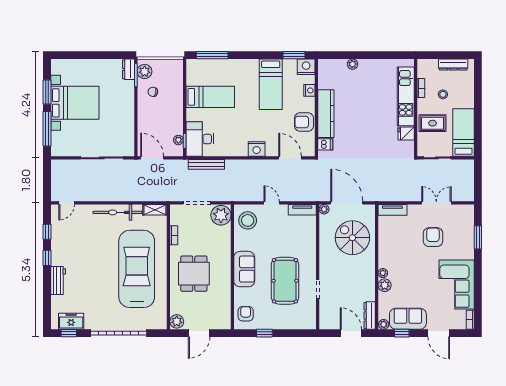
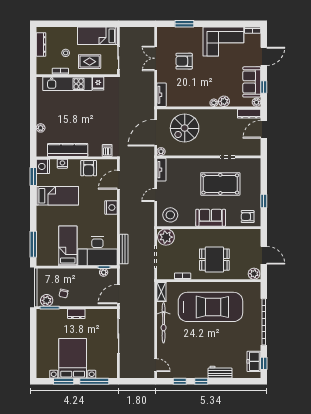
dresser: (128, 69) -> (76, 314), moved
kitchen counter: (326, 114) -> (68, 150), moved
rug: (433, 123) -> (90, 62), turned 90
desk: (200, 139) -> (97, 251), width x1.36, depth x1.30
car: (137, 269) -> (210, 307), turned 180

